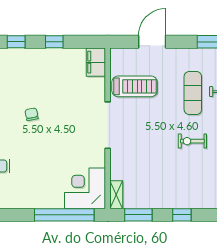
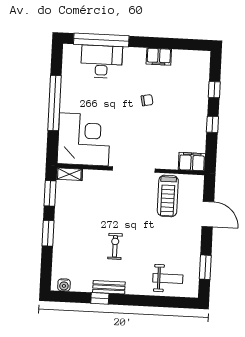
exercise mat: (193, 93) -> (159, 249), removed
corner desk: (85, 188) -> (84, 139), width x1.36, depth x1.36
window: (64, 215) -> (55, 103), moved
window: (182, 215) -> (48, 233), width x1.50

